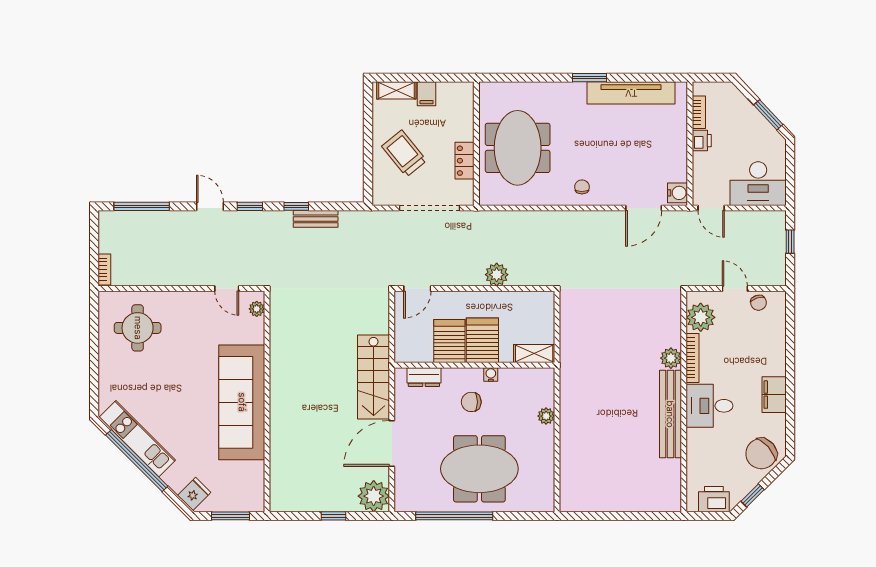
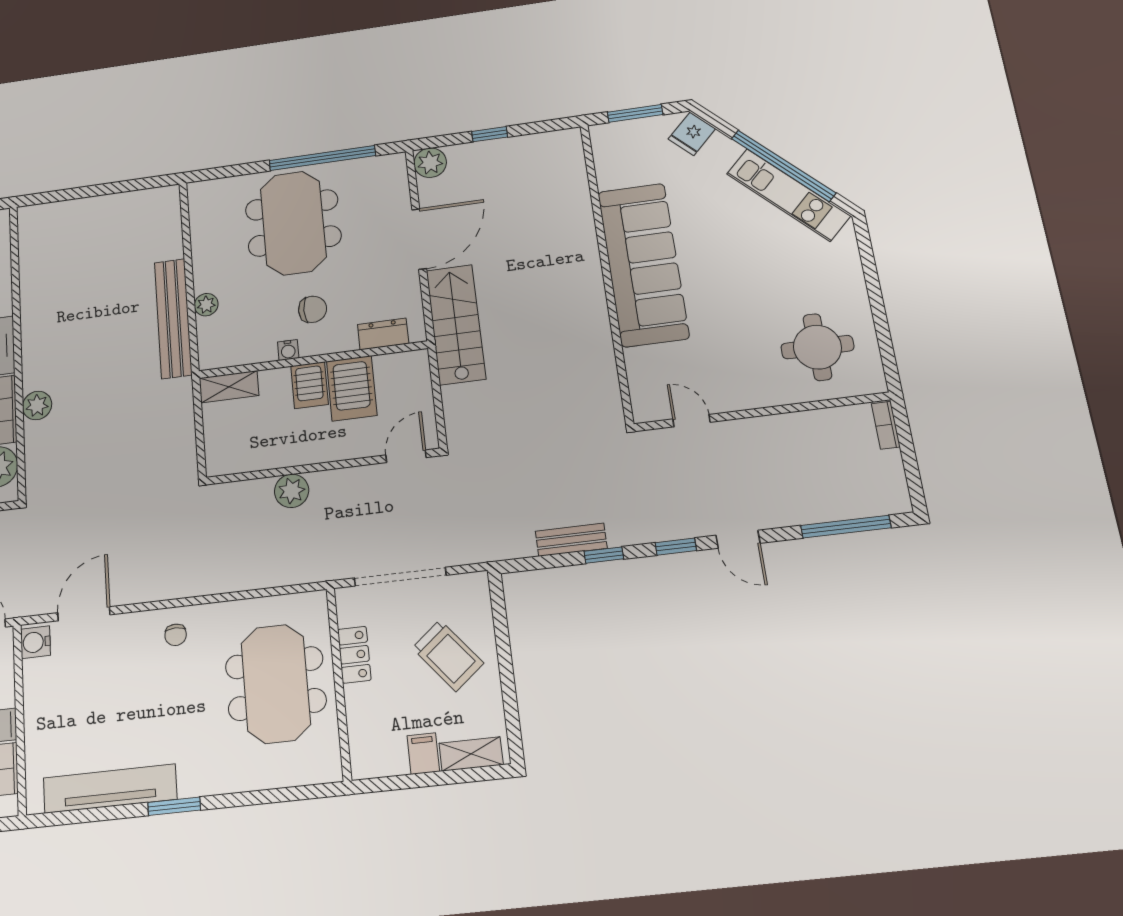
plant: (257, 309) -> (641, 397), removed
server rack: (482, 340) -> (309, 385), width x0.73, depth x0.70
bench: (670, 414) -> (173, 318), moved
meeting table: (479, 469) -> (293, 223), turned 90
plant: (374, 496) -> (430, 163), width x0.73, depth x0.73

